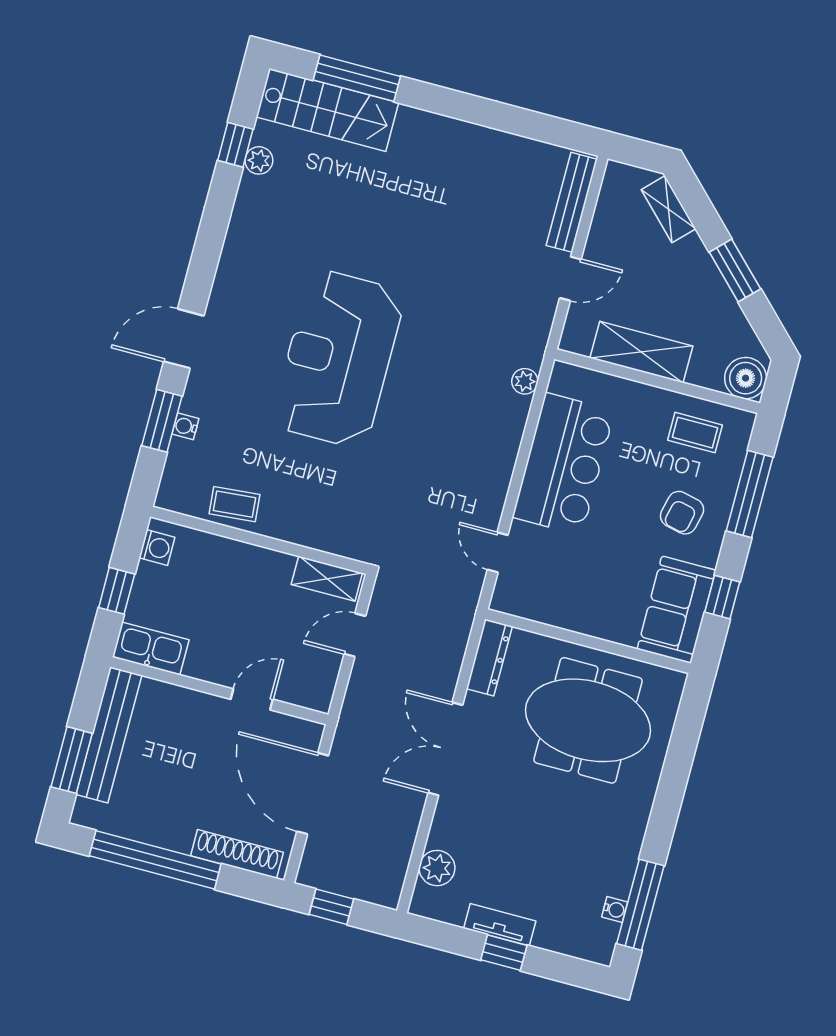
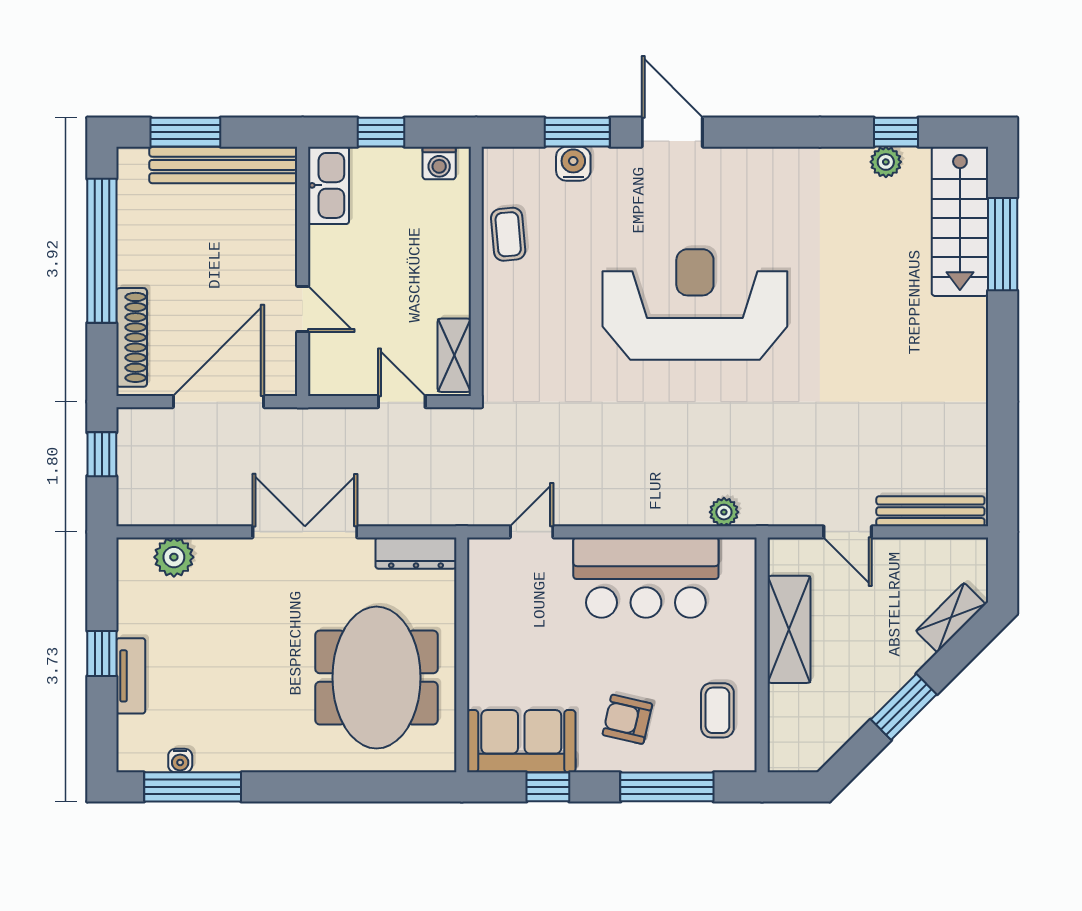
boiler: (746, 378) -> (791, 749), removed
water cooler: (185, 426) -> (573, 164), width x1.38, depth x1.38
tv unit: (500, 925) -> (131, 676), moved

